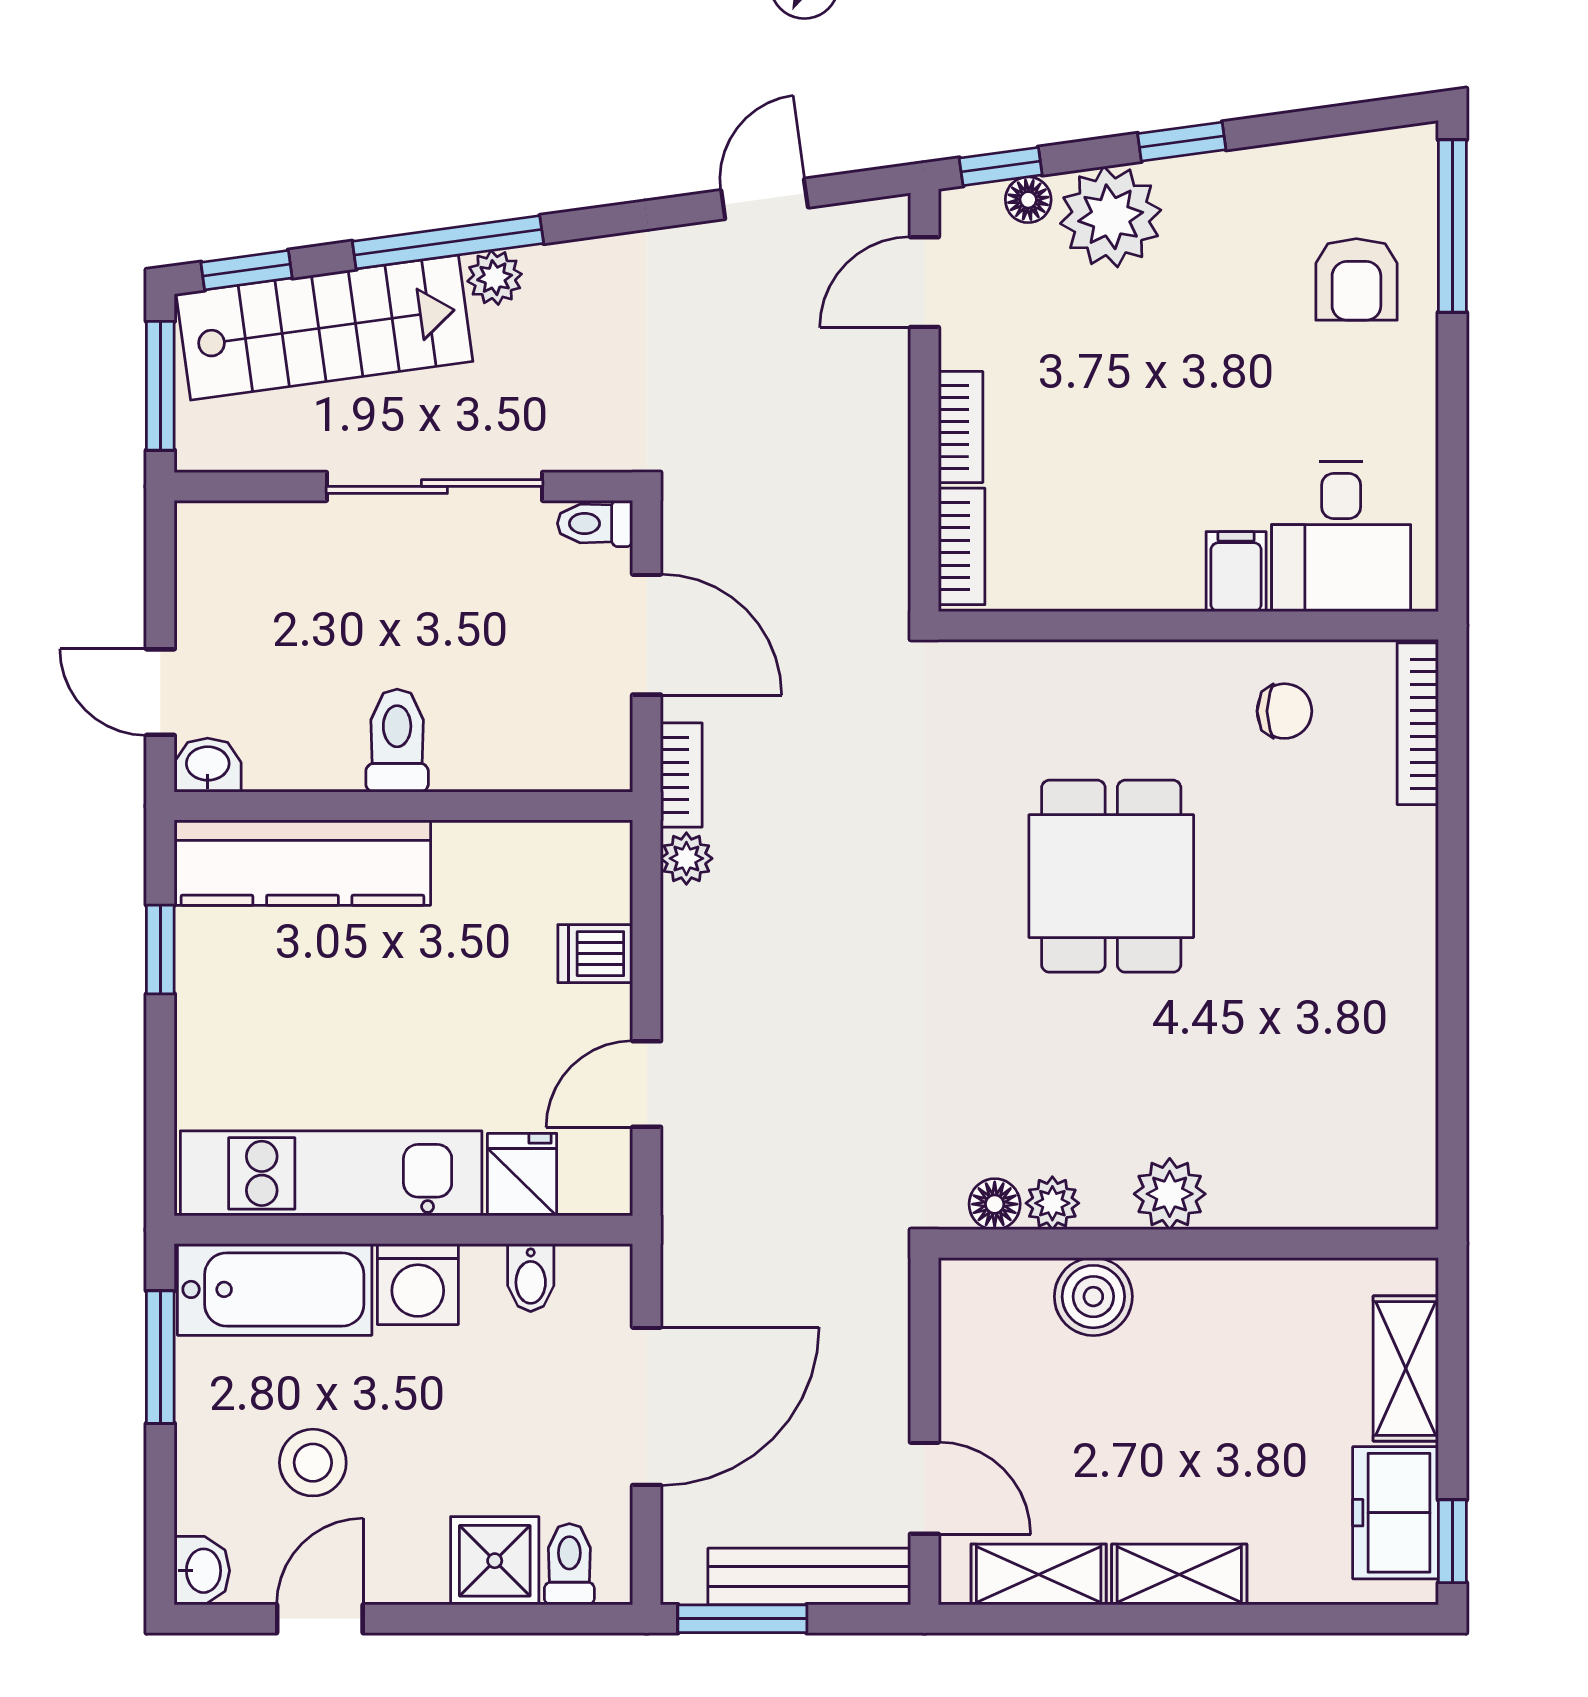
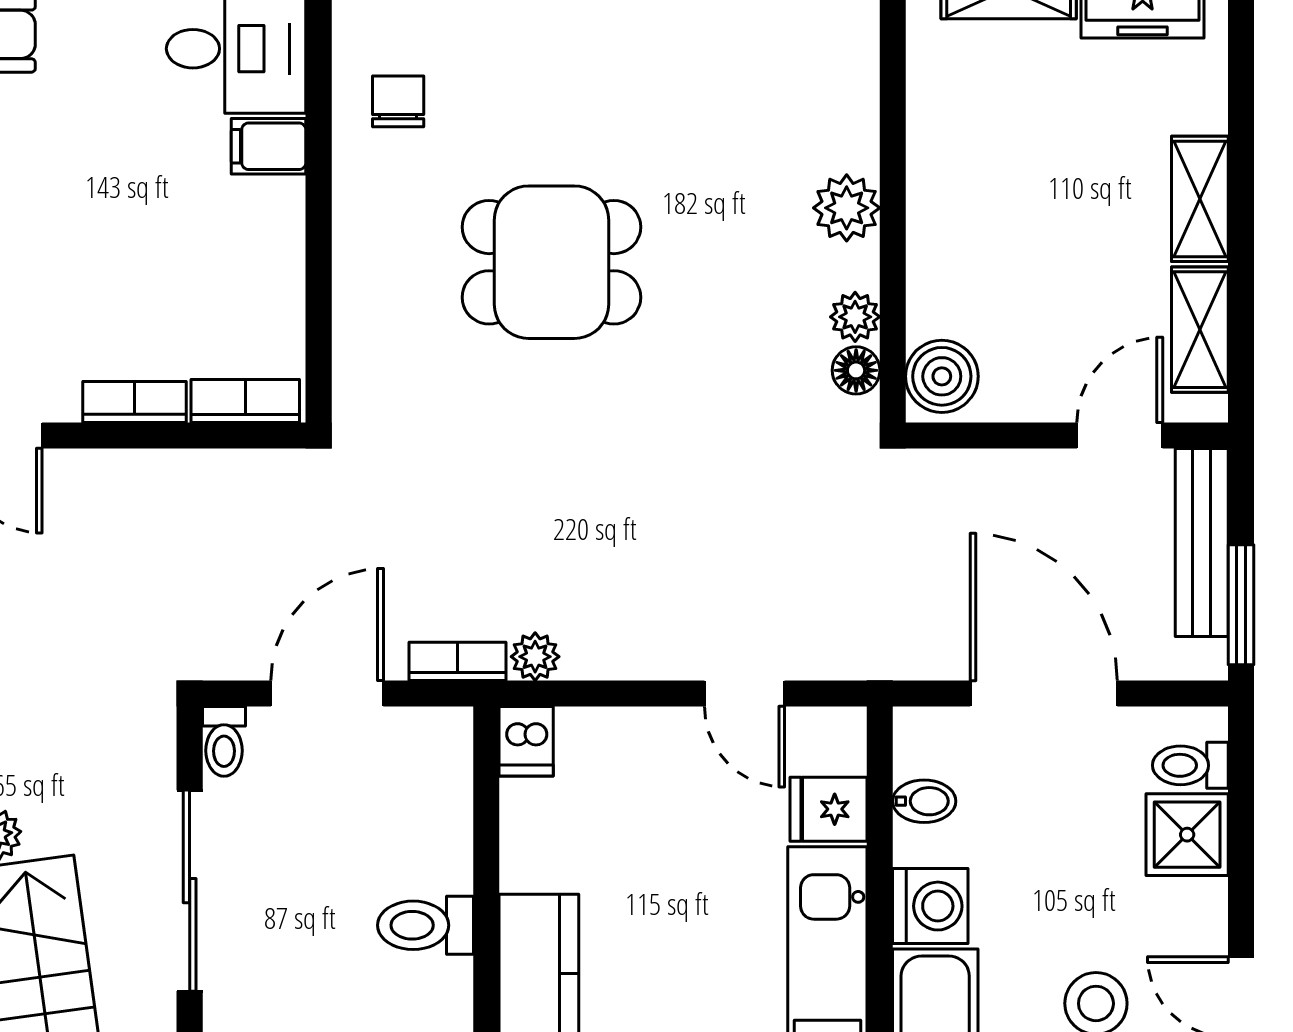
dishwasher: (595, 954) -> (526, 741), moved
boiler: (1093, 1297) -> (942, 376), moved

